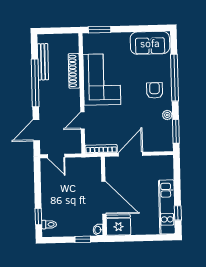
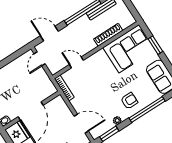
window: (100, 30) -> (155, 45), moved
corner sofa: (102, 79) -> (129, 49), moved
door: (130, 154) -> (81, 124), moved

